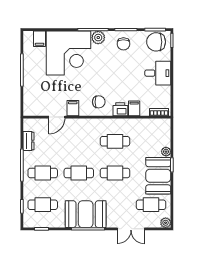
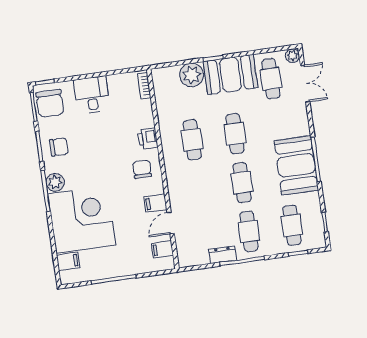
filing cabinet: (134, 108) -> (162, 249), moved
door: (57, 117) -> (171, 223), swing flipped
dresser: (28, 141) -> (223, 255), moved
plant: (166, 152) -> (192, 75), width x1.88, depth x1.88
double door: (131, 229) -> (305, 84), moved

